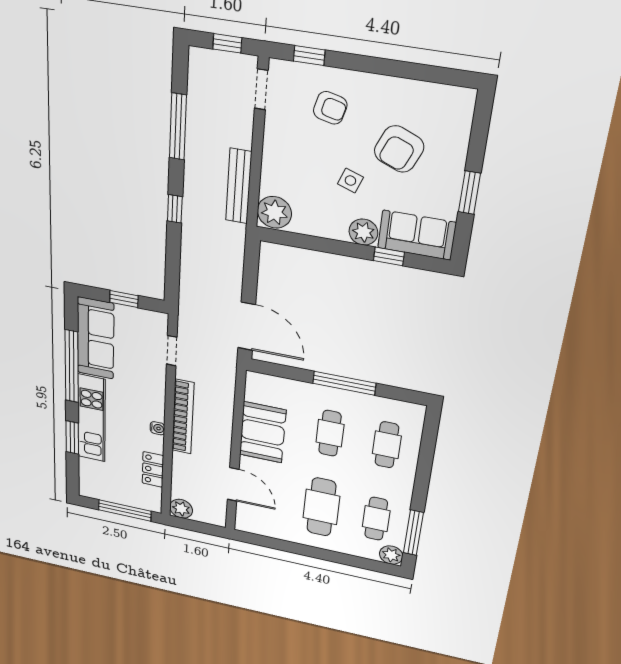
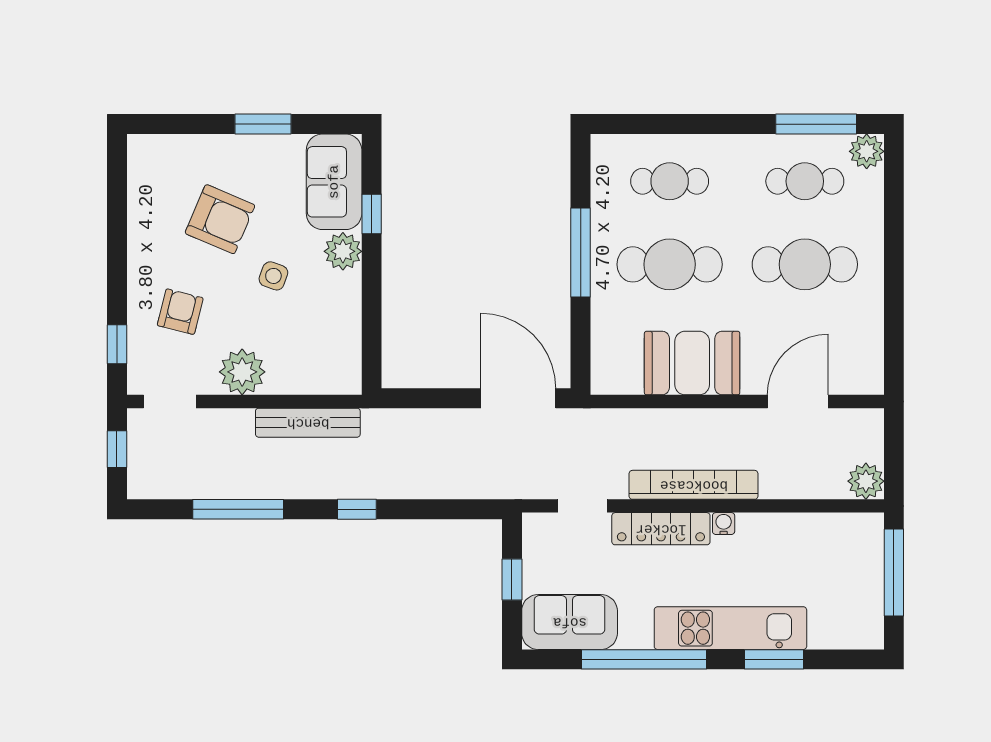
plant: (274, 212) -> (242, 372), moved
door: (247, 326) -> (518, 398), hinge flipped
sofa: (96, 338) -> (570, 622), width x0.73
cafe table: (330, 433) -> (670, 264), width x1.37, depth x1.35
locker: (153, 469) -> (661, 529), moved, width x1.53

